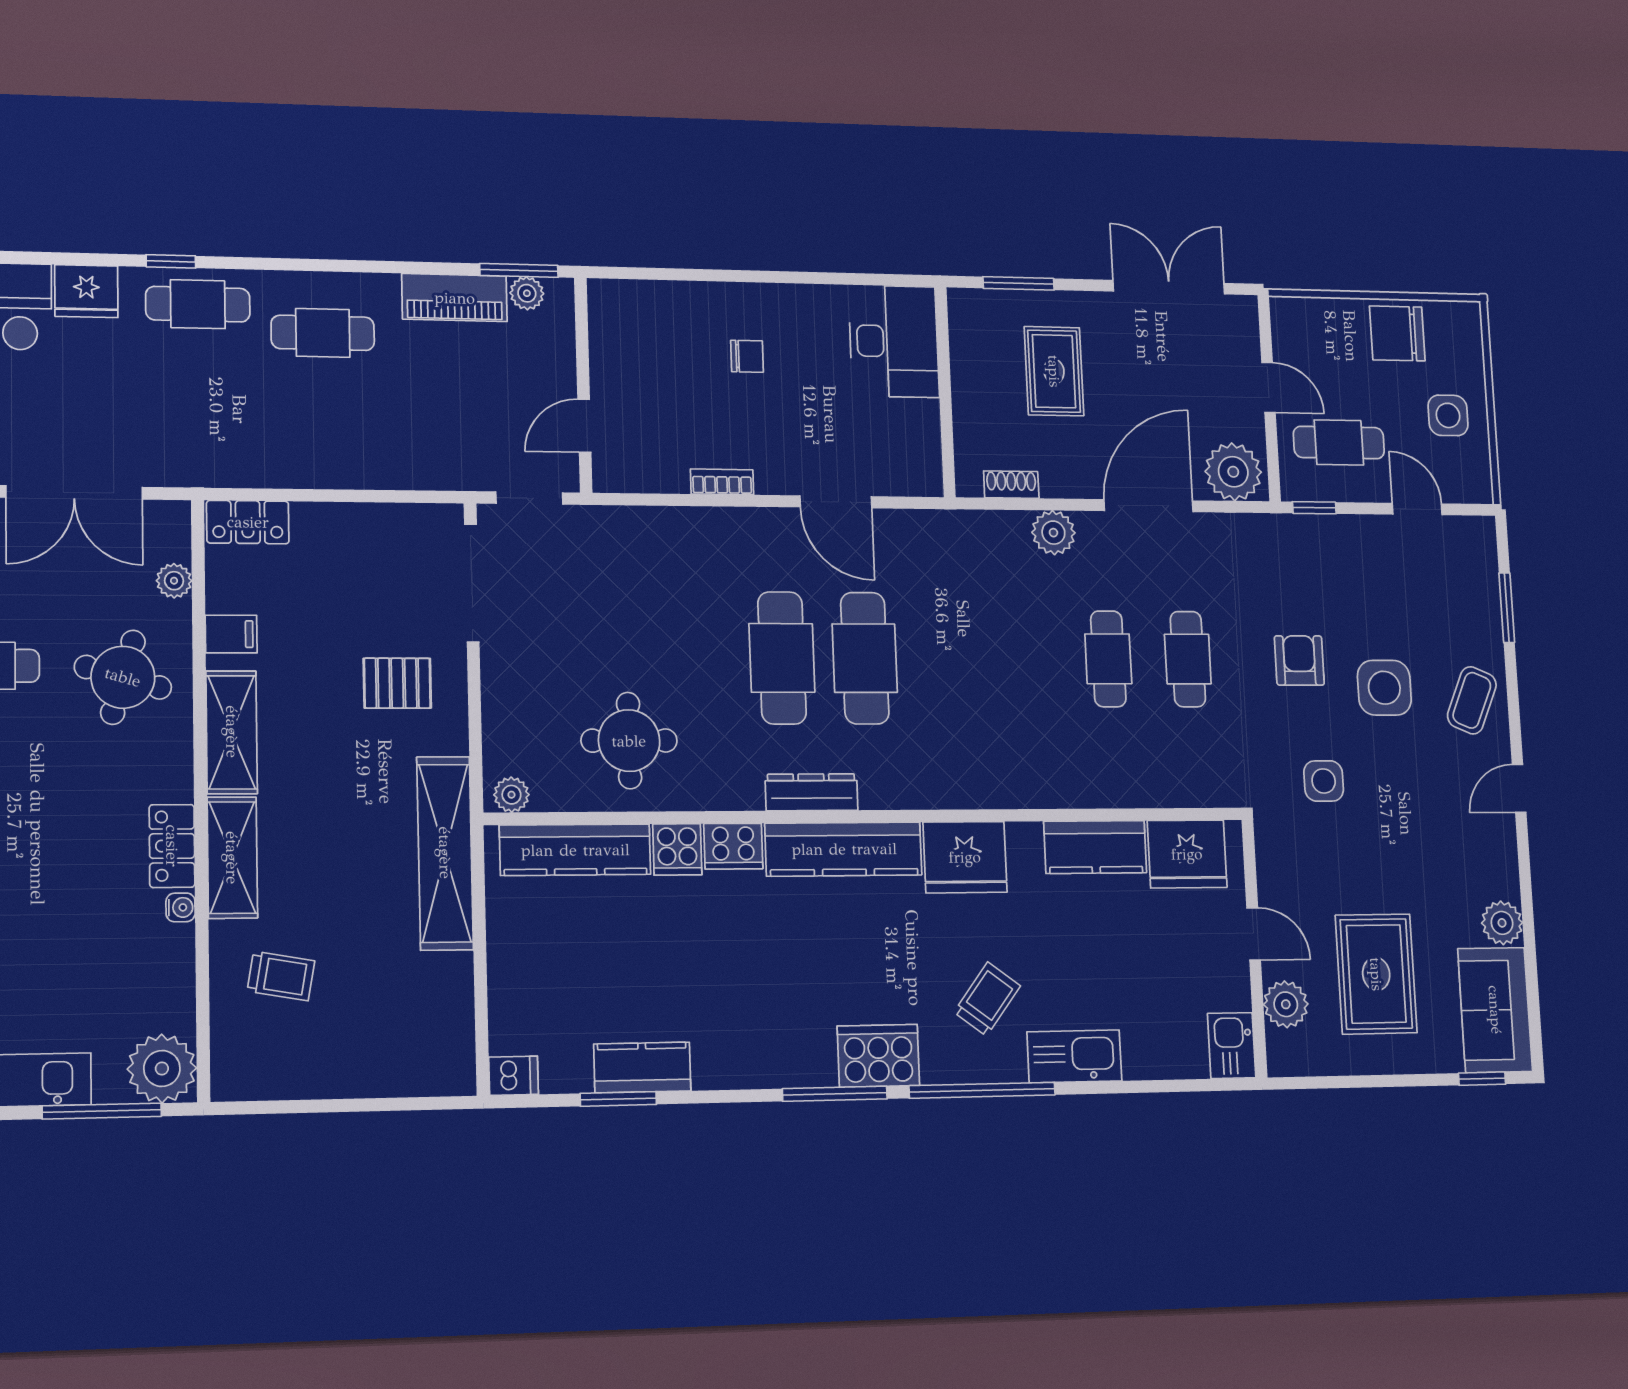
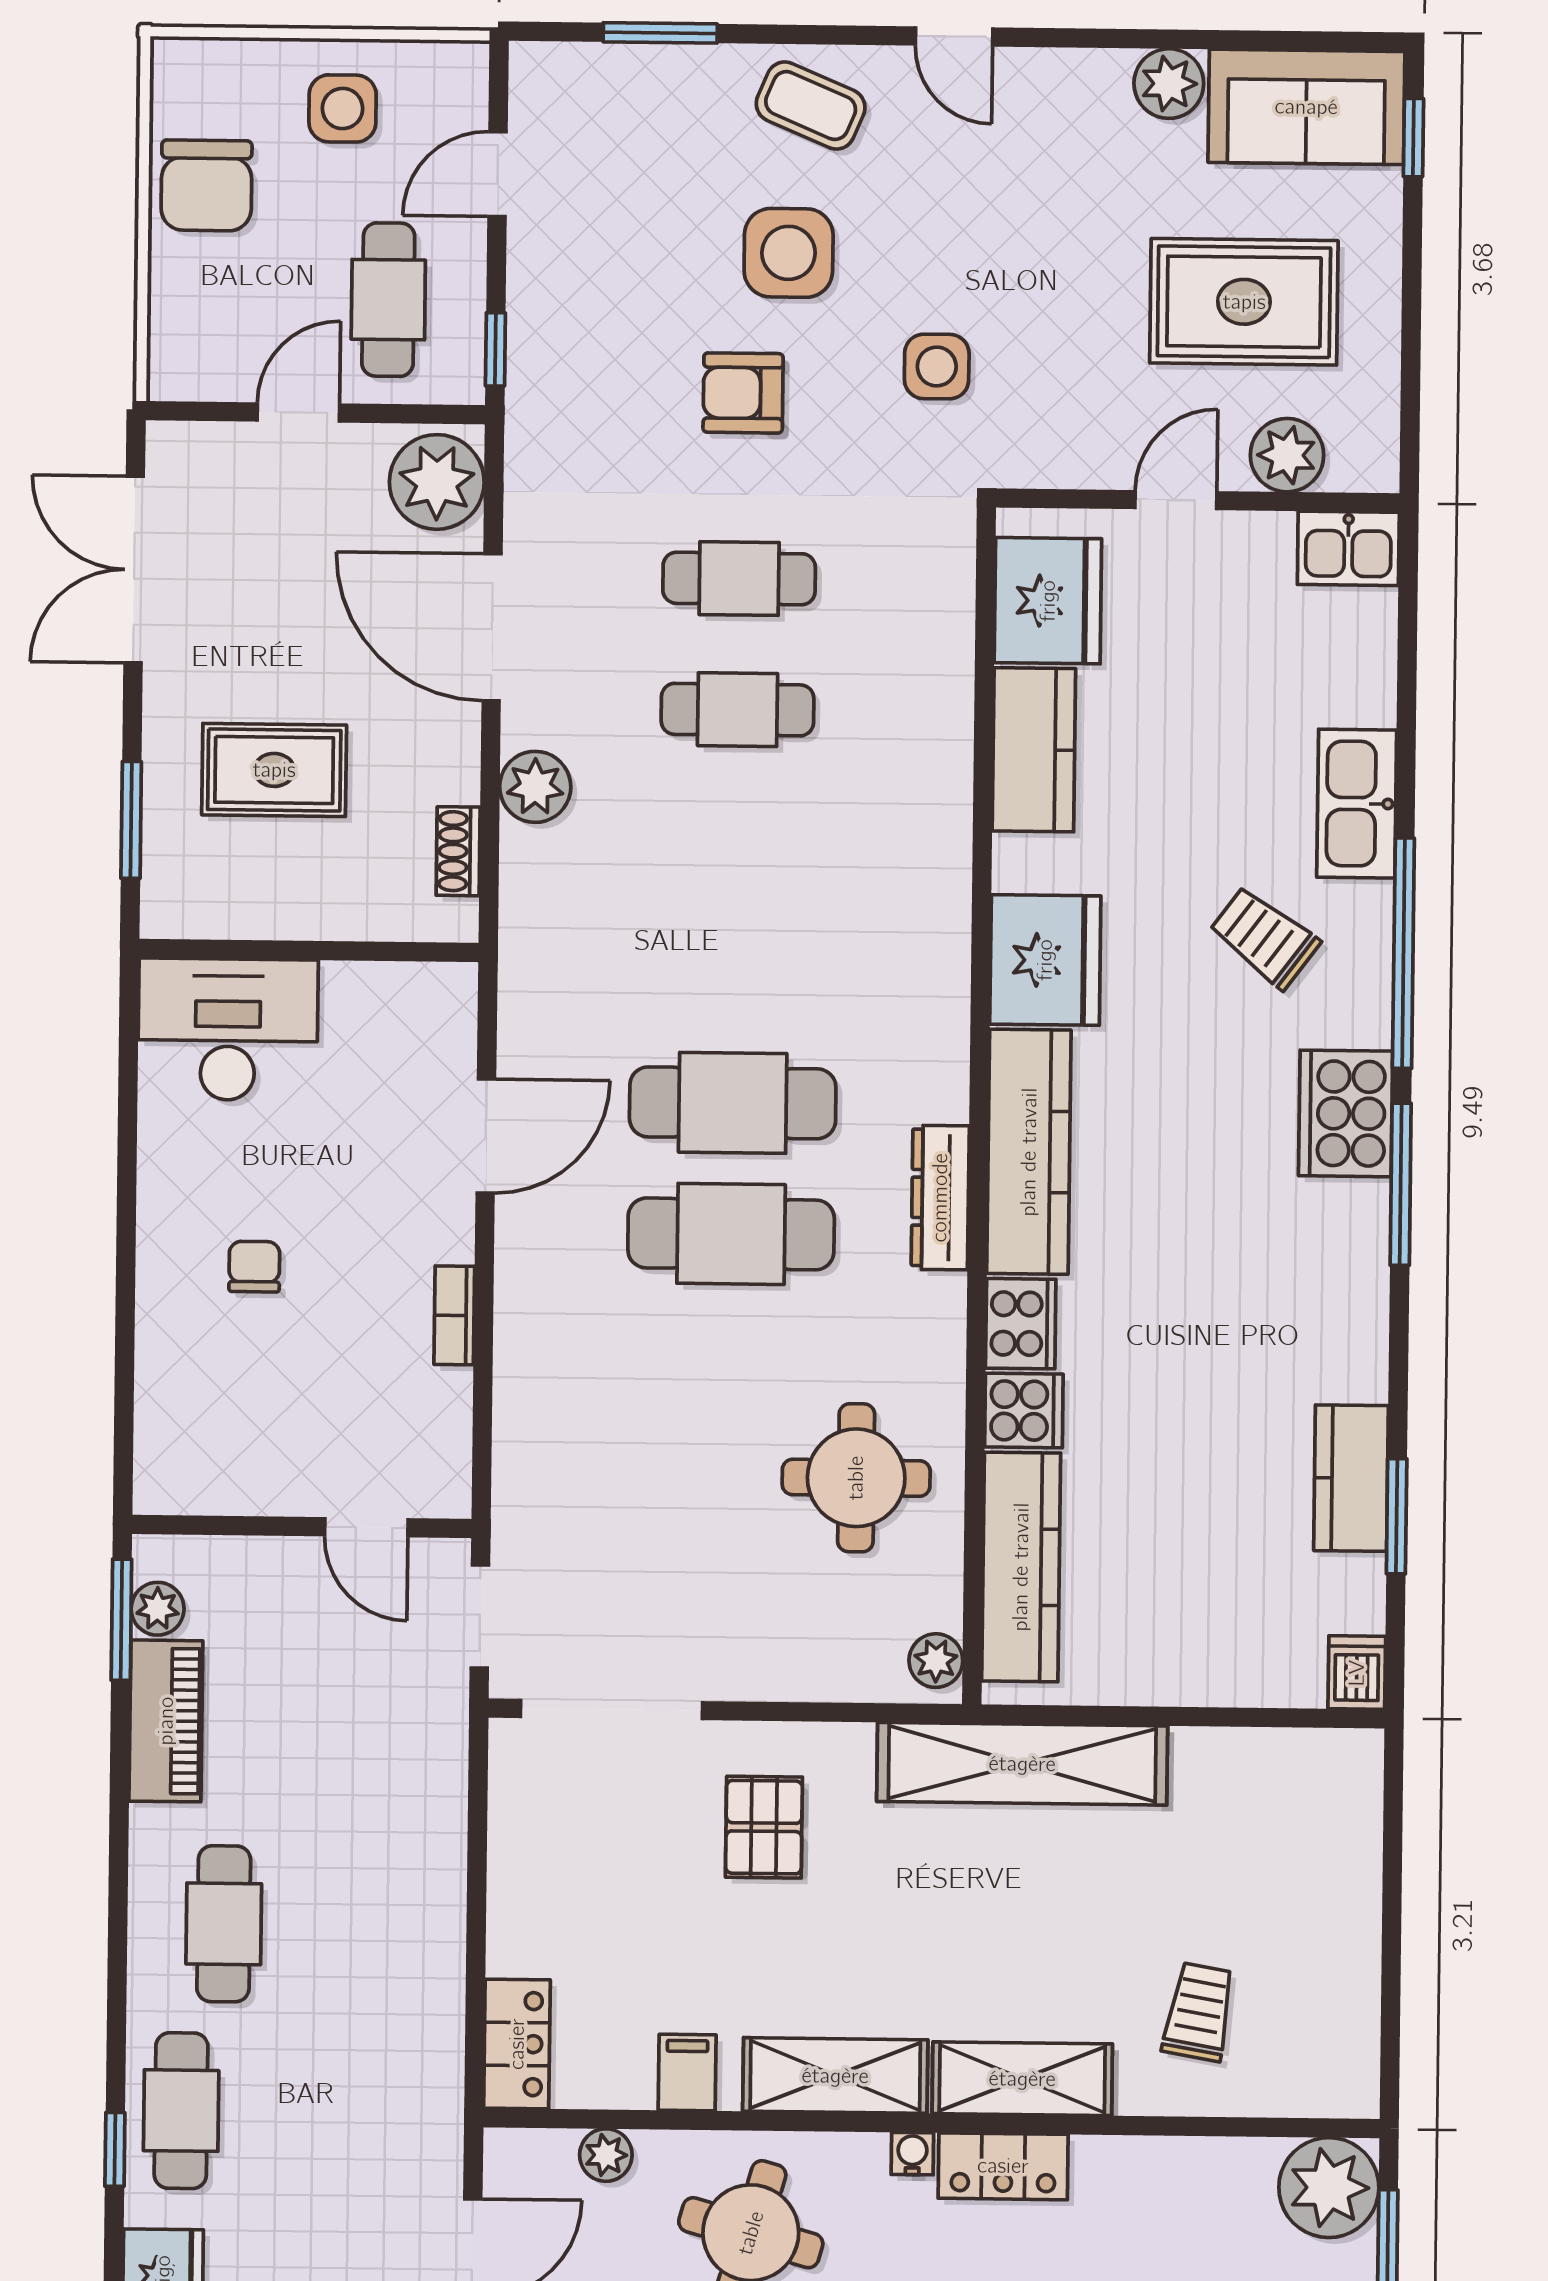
water cooler: (181, 907) -> (912, 2154), moved

